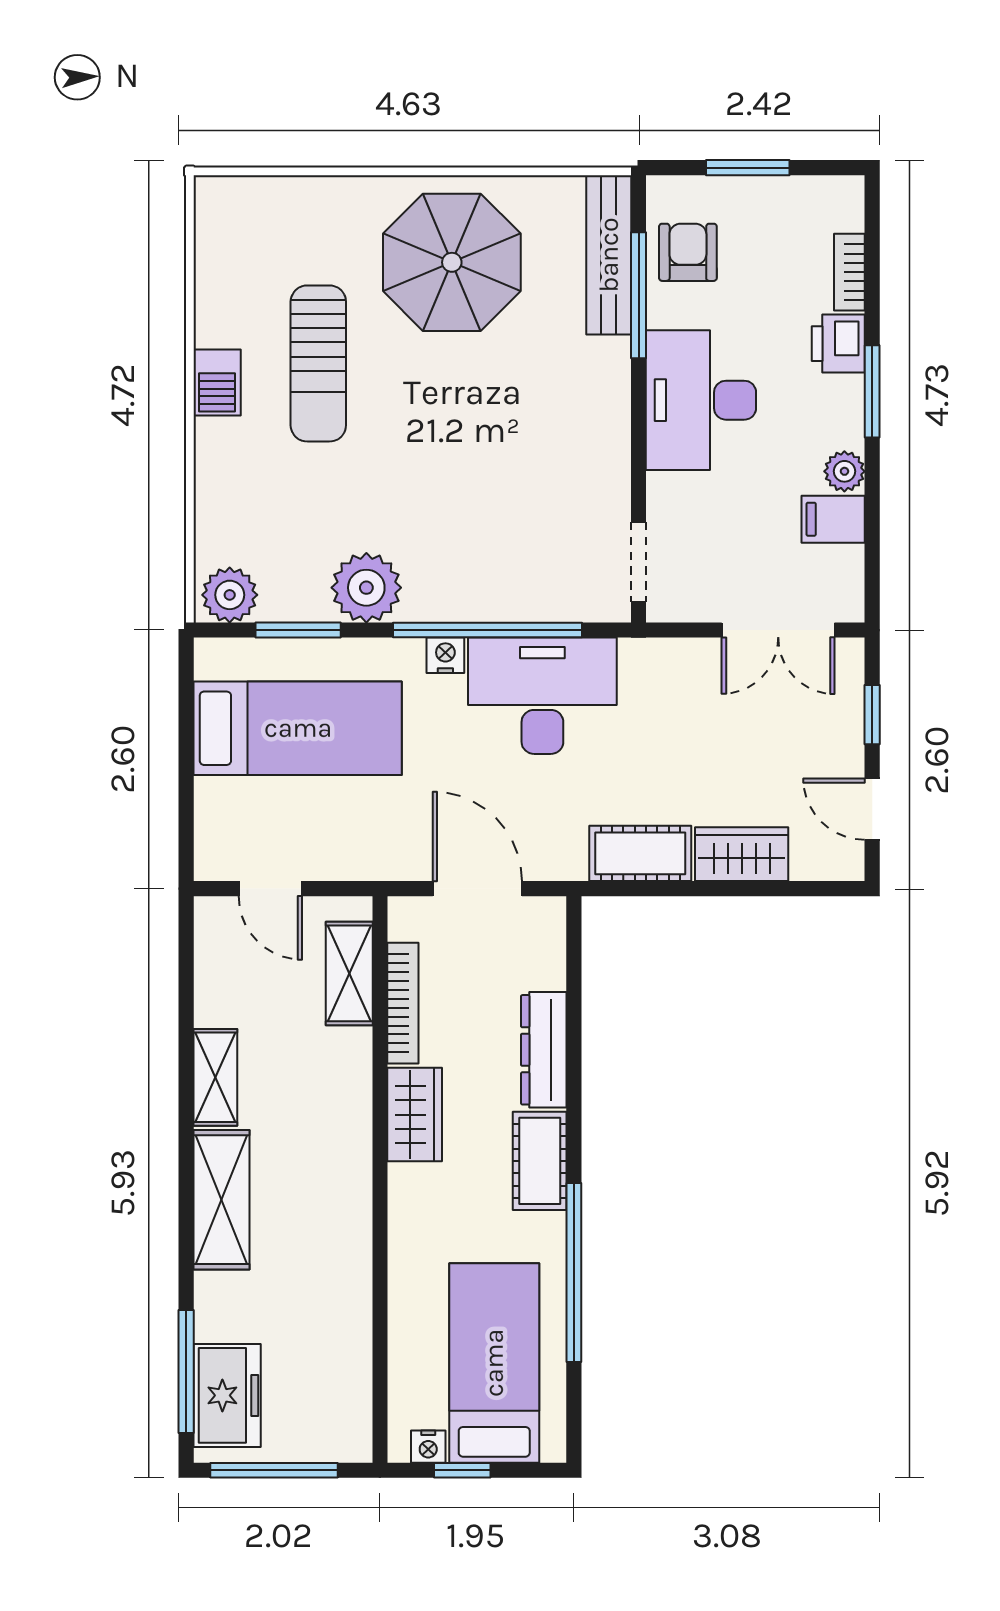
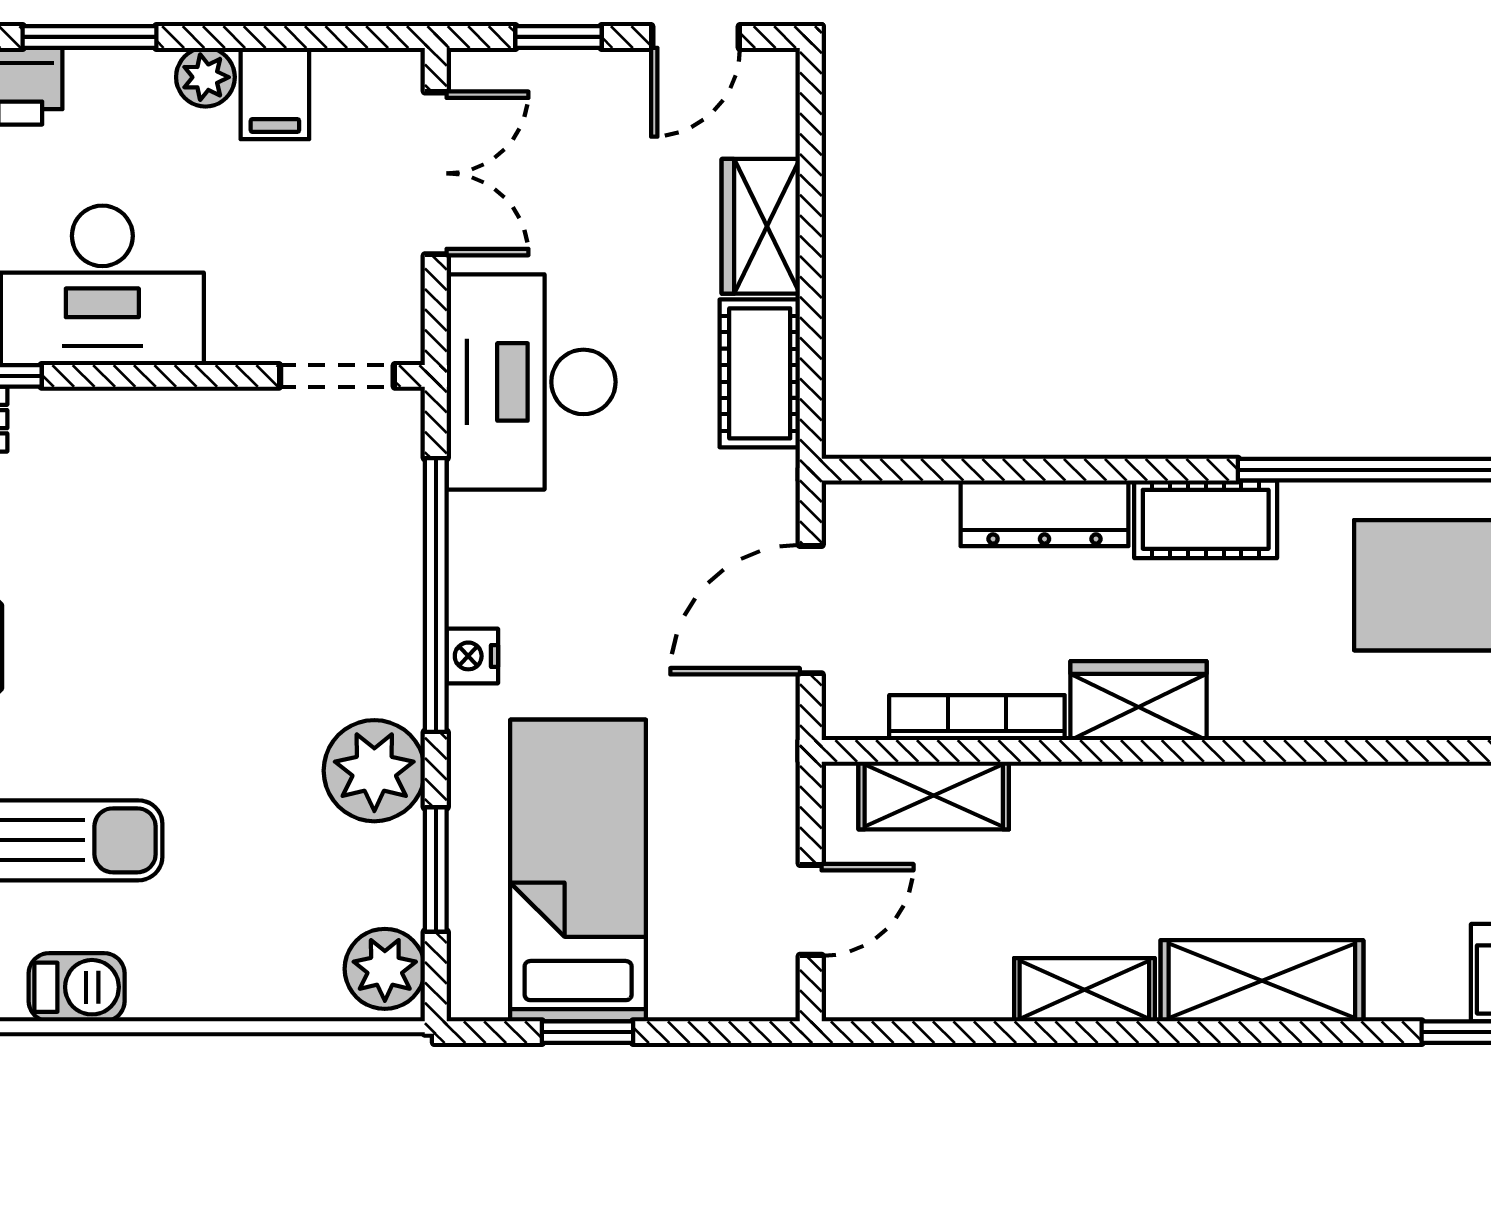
desk: (542, 696) -> (531, 382), moved
window: (186, 735) -> (588, 1032), added

